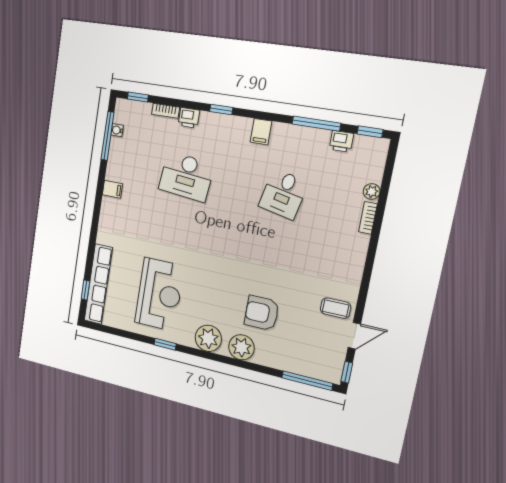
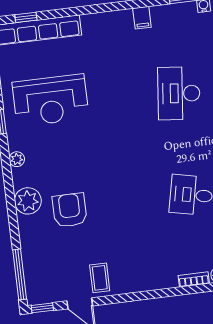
plant: (208, 338) -> (17, 159), width x0.53, depth x0.53

